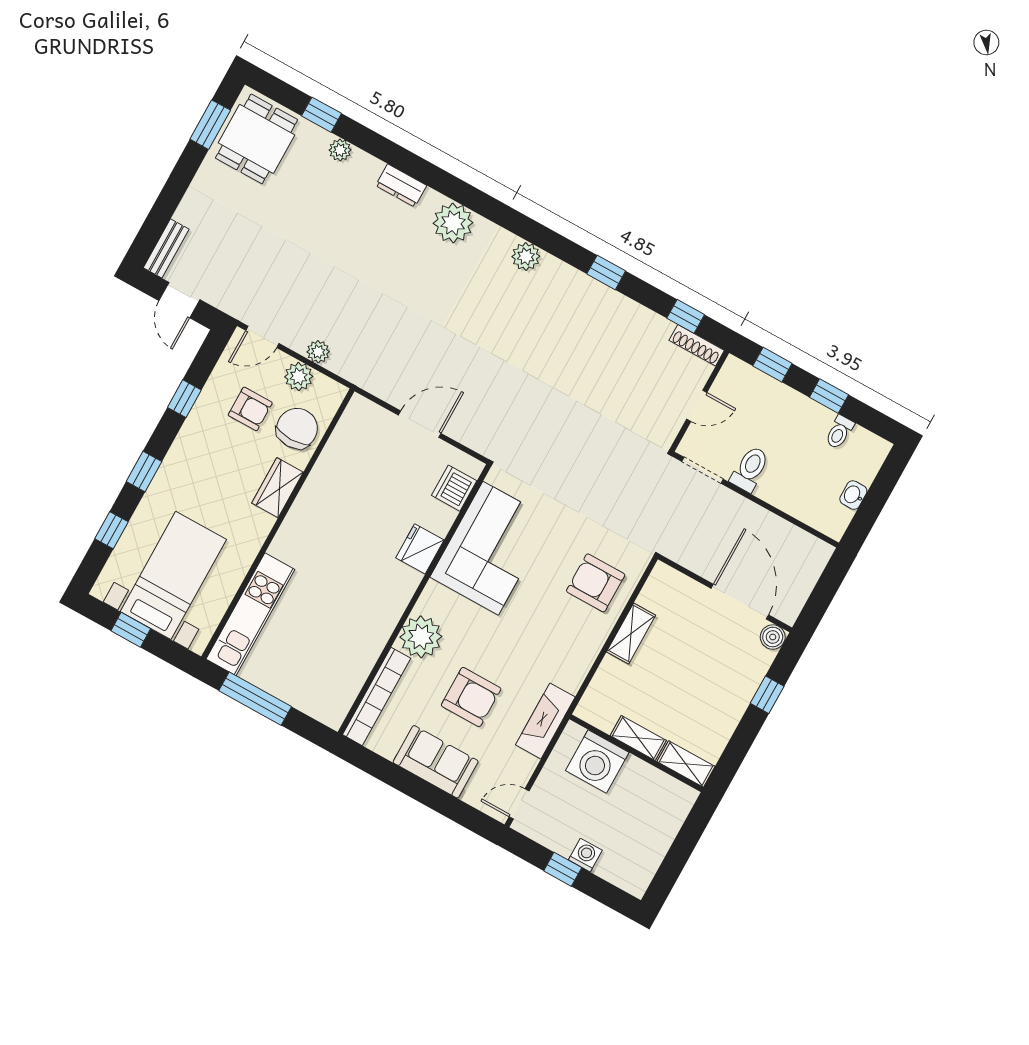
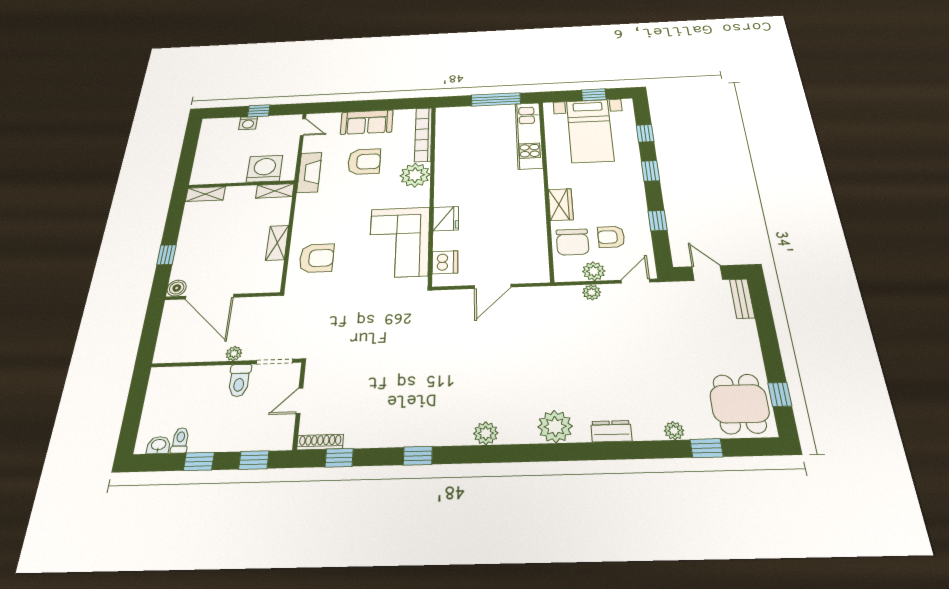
window: (210, 125) -> (780, 394), width x0.67
washbasin: (853, 495) -> (159, 445), moved, turned -90
plant: (742, 507) -> (234, 353), added
armchair: (471, 697) -> (364, 162), turned 180
shelving: (638, 738) -> (275, 191), moved
door: (519, 804) -> (303, 127), hinge flipped

